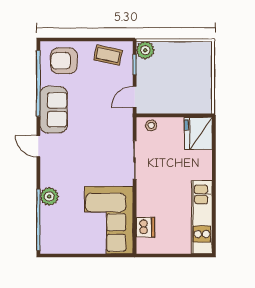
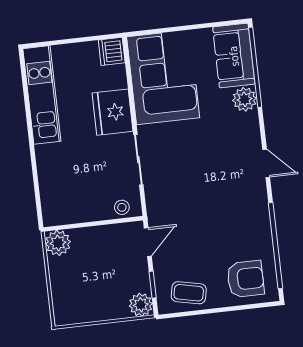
plant: (202, 104) -> (58, 243), added
sofa: (54, 110) -> (234, 56), moved
fridge: (198, 133) -> (112, 112), moved, turned 180
dishwasher: (145, 227) -> (112, 51), moved

